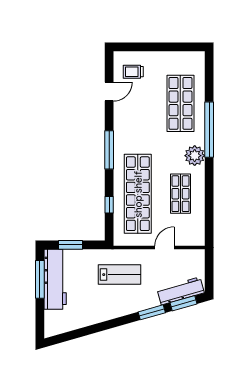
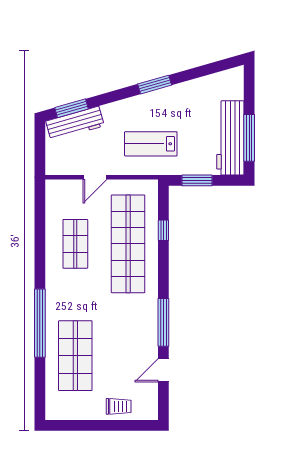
trolley: (133, 72) -> (119, 406), moved
window: (109, 150) -> (163, 322), moved
plant: (195, 156) -> (58, 291), removed
window: (70, 245) -> (197, 180), moved
window: (152, 312) -> (155, 85), moved

